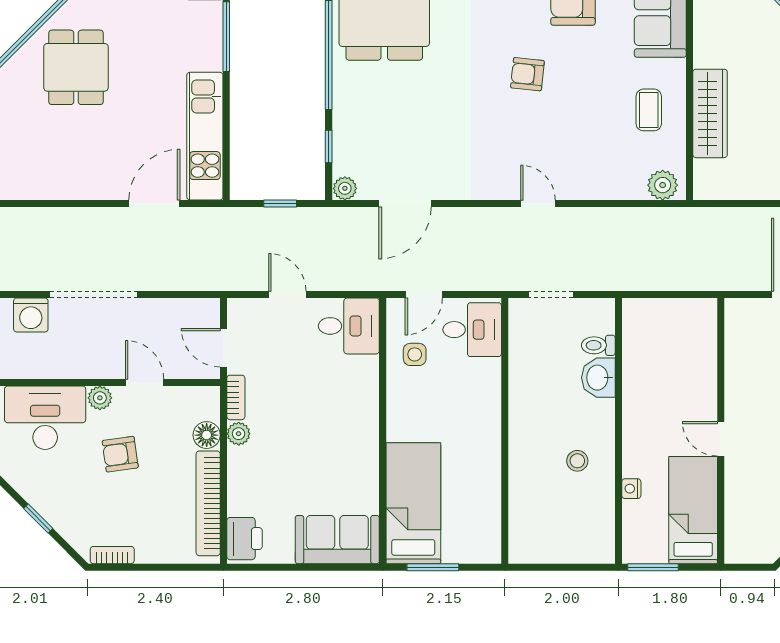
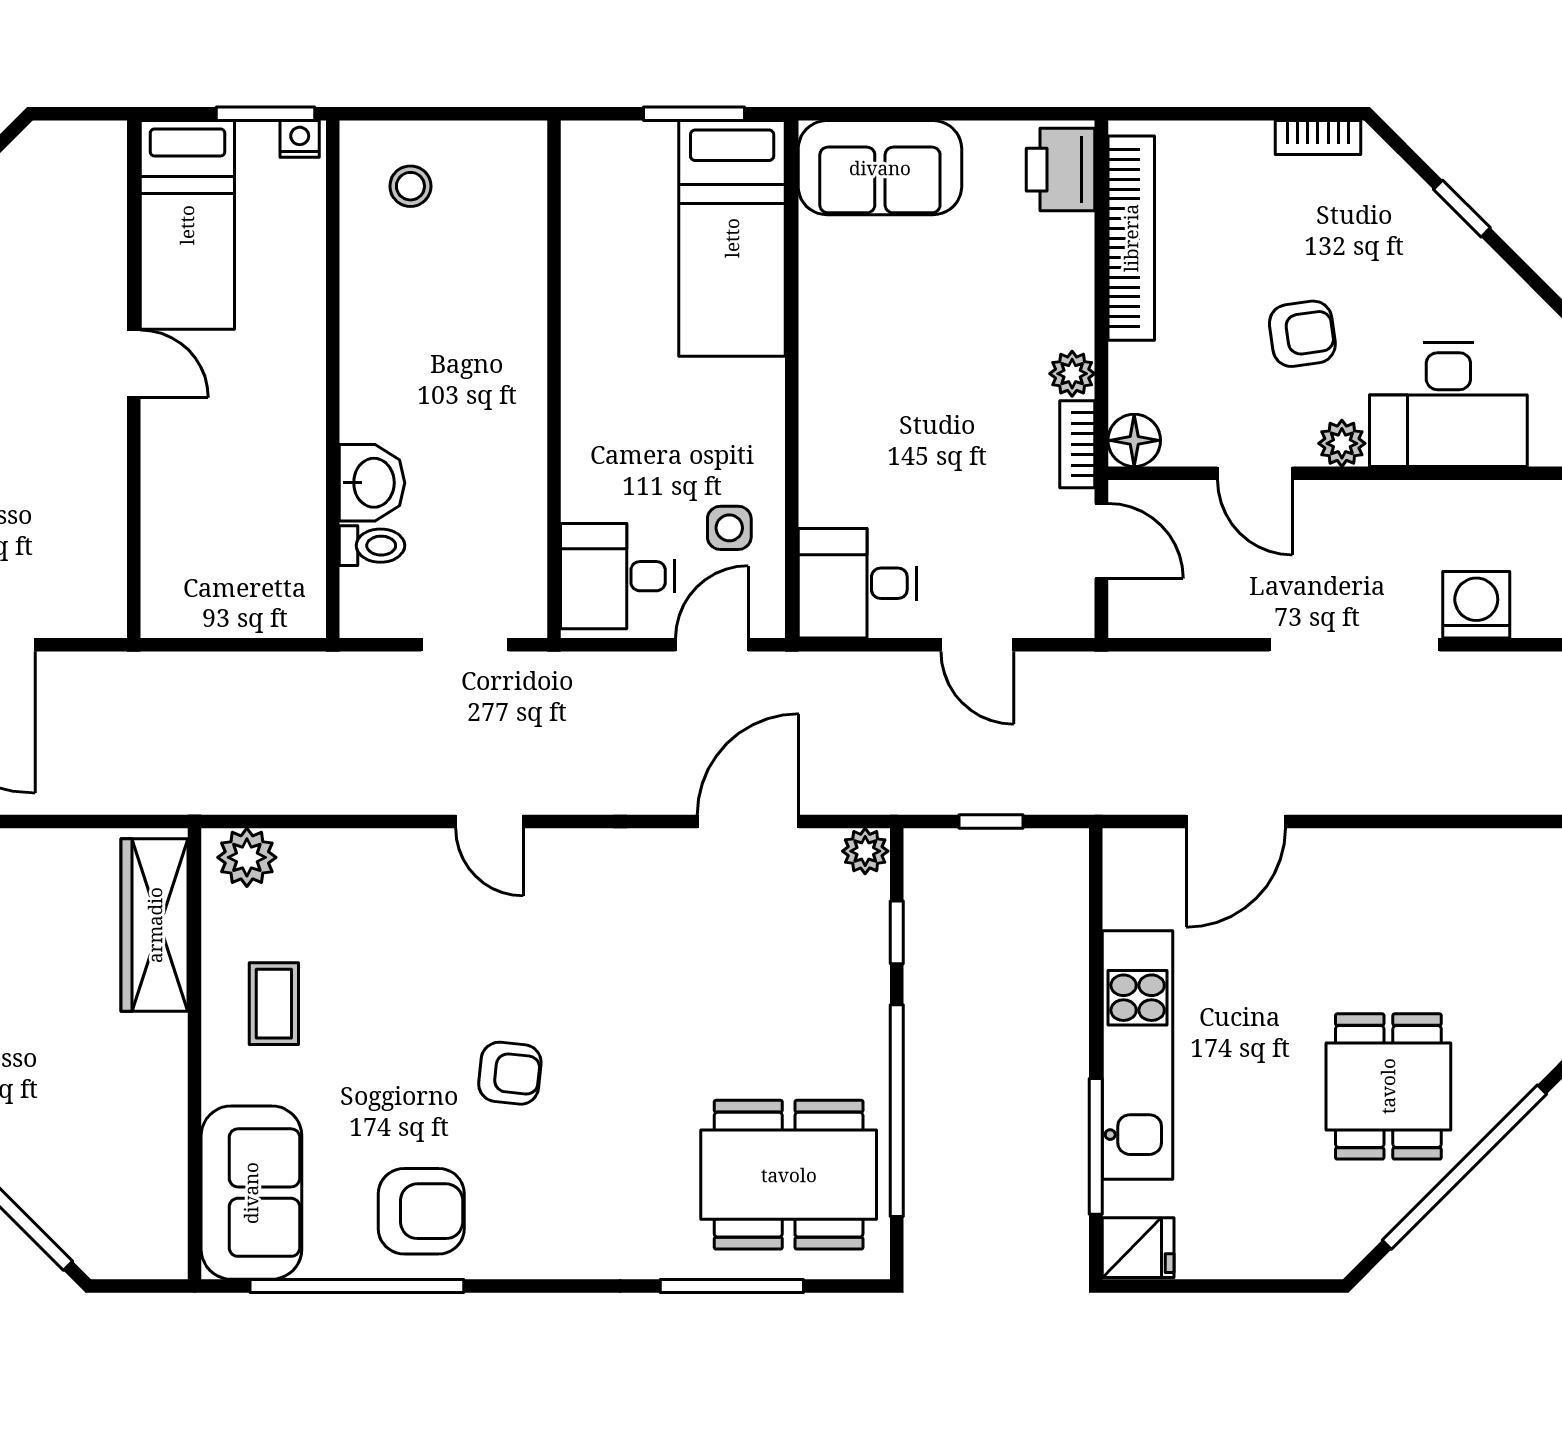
wardrobe: (710, 113) -> (155, 925), moved
kitchen unit: (205, 136) -> (1138, 1055), moved
floor lamp: (207, 435) -> (1134, 440), moved
stool: (577, 461) -> (410, 186), moved
nightstand: (631, 489) -> (300, 139), moved, turned -90

